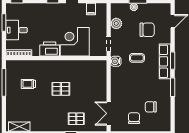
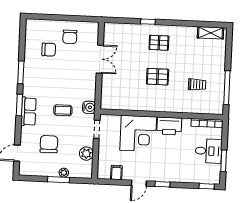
chair: (147, 30) -> (49, 144), turned 90
row of seats: (165, 61) -> (28, 111), width x0.68
double door: (109, 113) -> (100, 59), moved
pallet: (76, 119) -> (159, 43), moved

